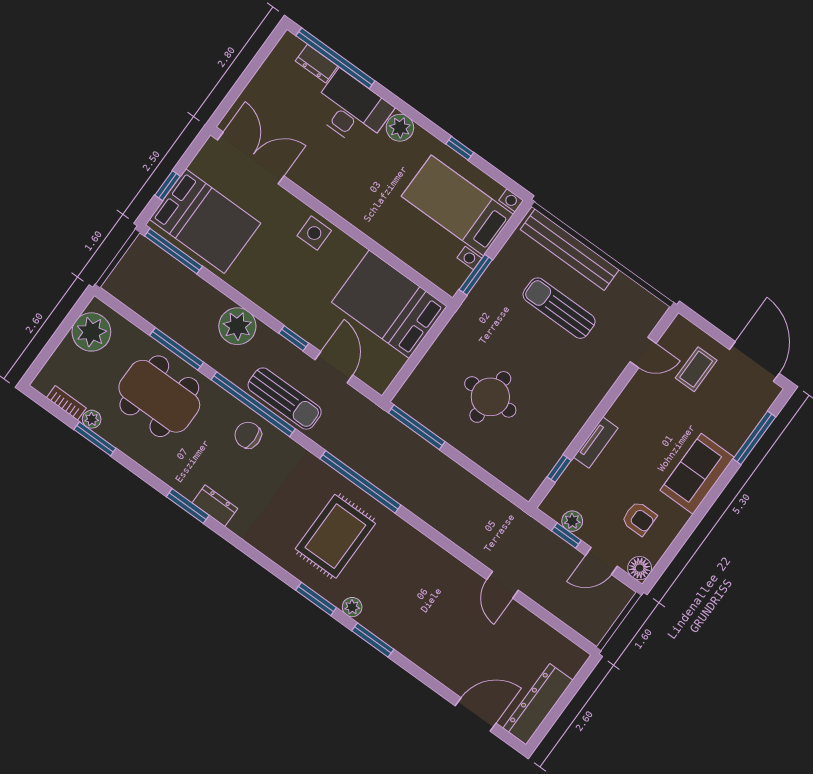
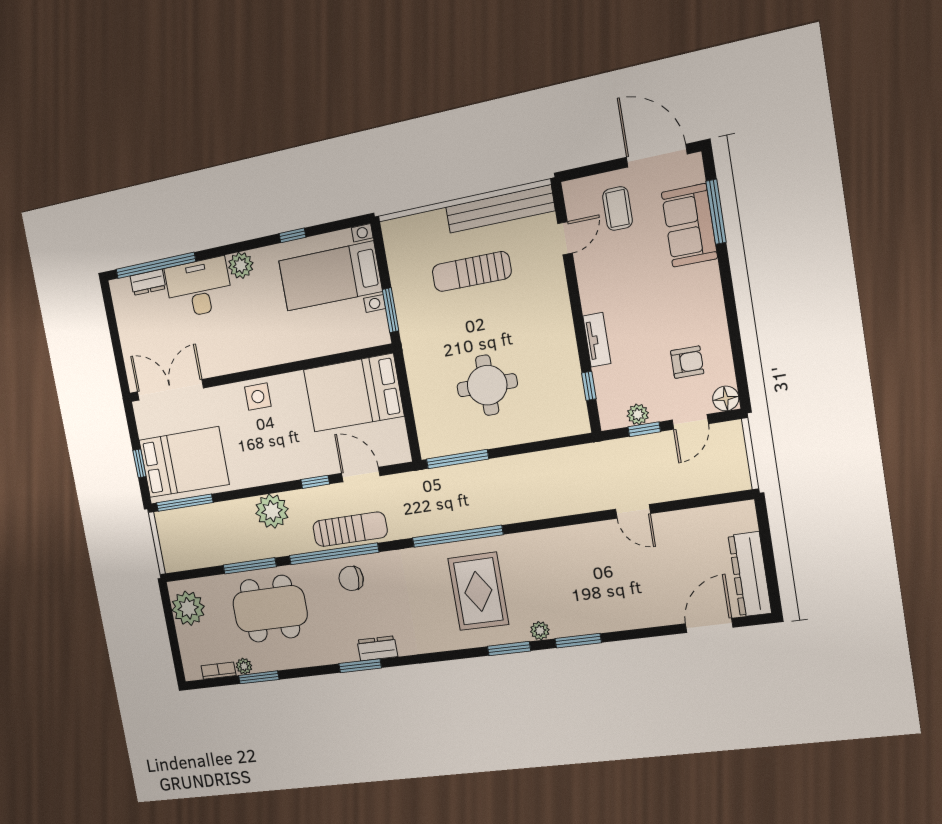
bench: (570, 250) -> (500, 209), moved
sofa: (697, 474) -> (689, 225), moved

